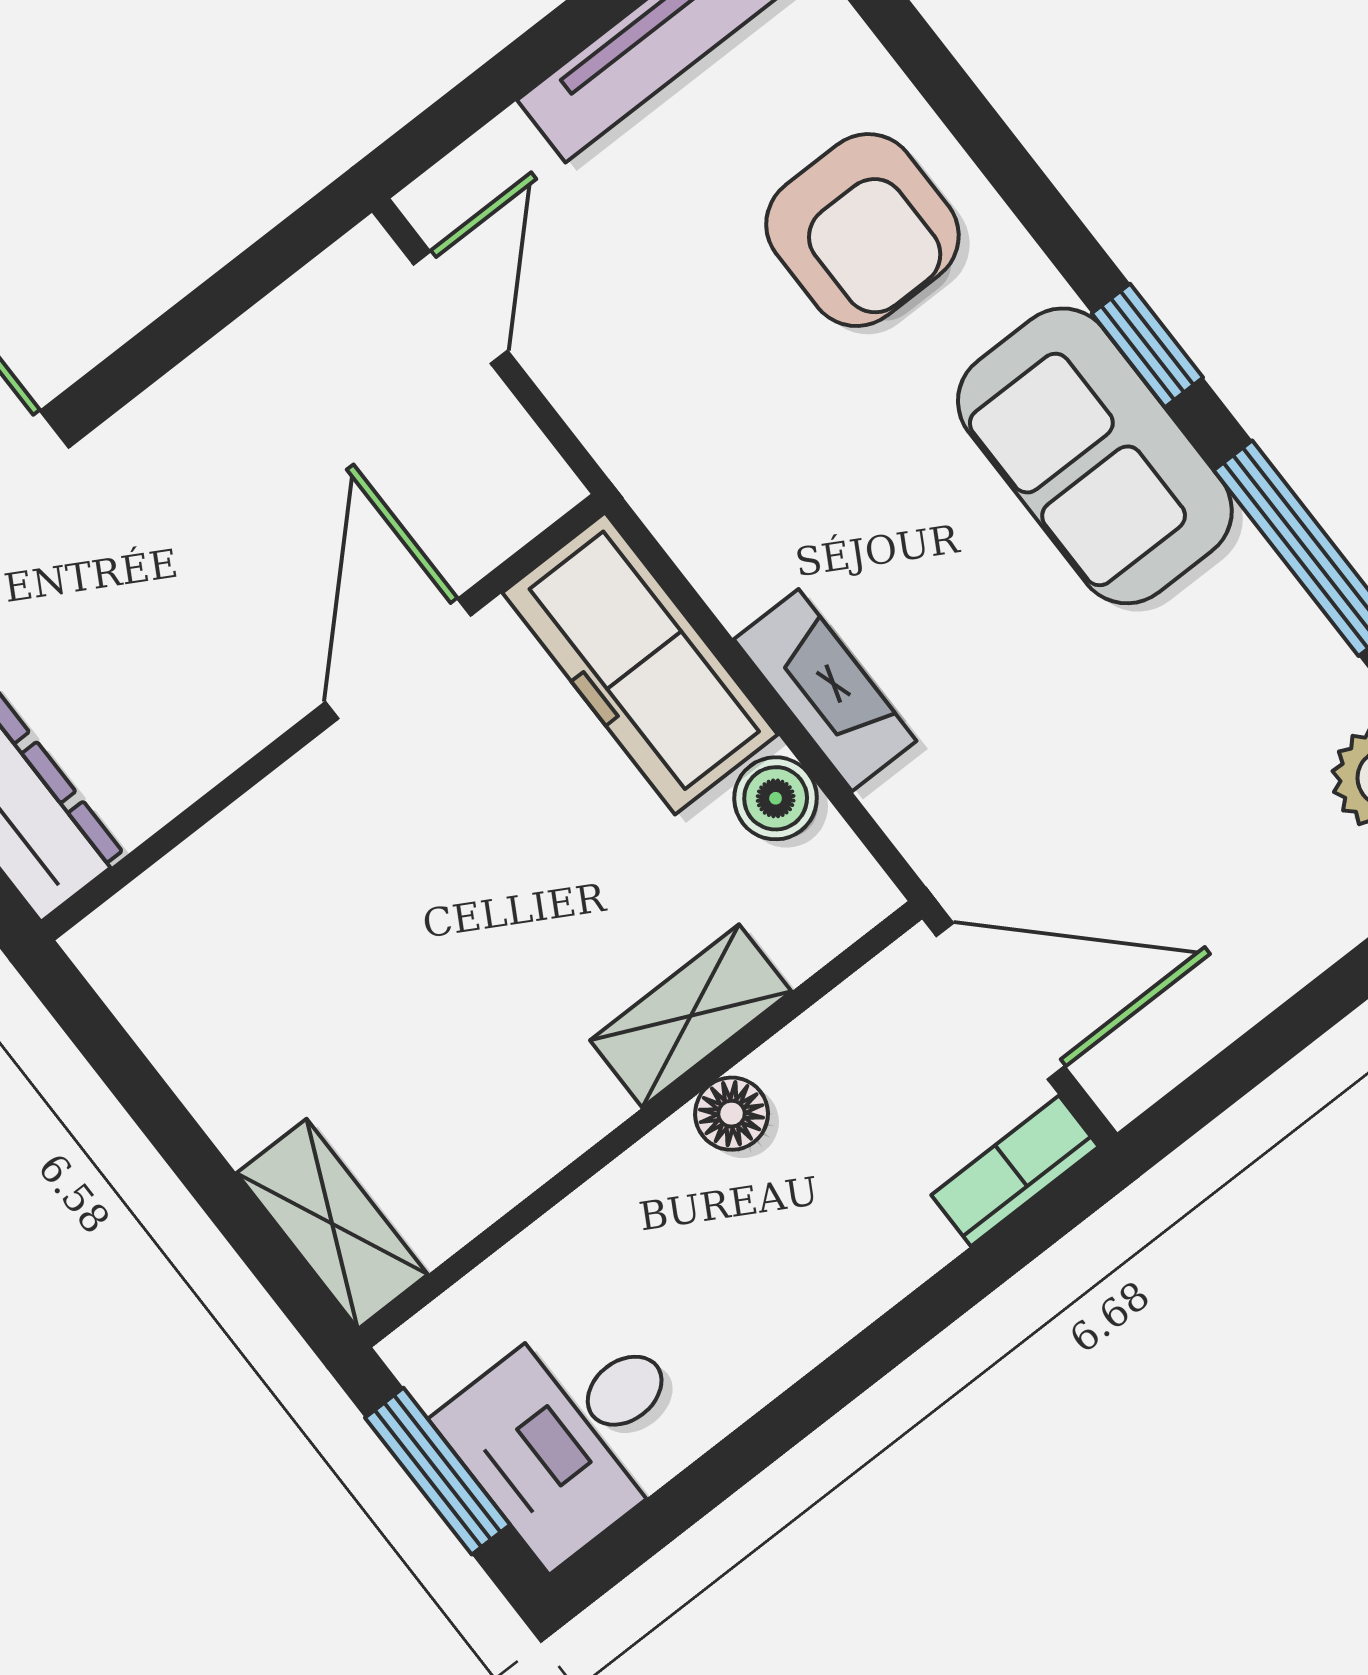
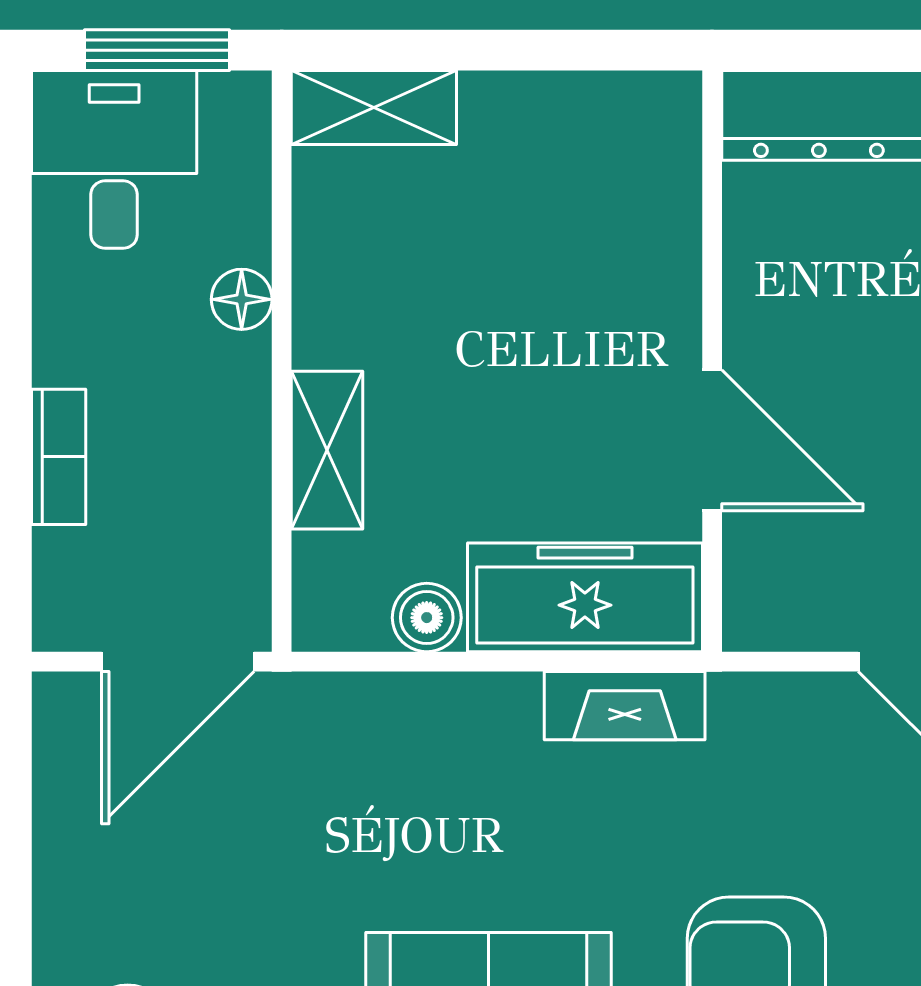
fireplace: (825, 690) -> (625, 706), moved
floor lamp: (732, 1114) -> (242, 299), moved
bookcase: (1015, 1171) -> (59, 457), moved

